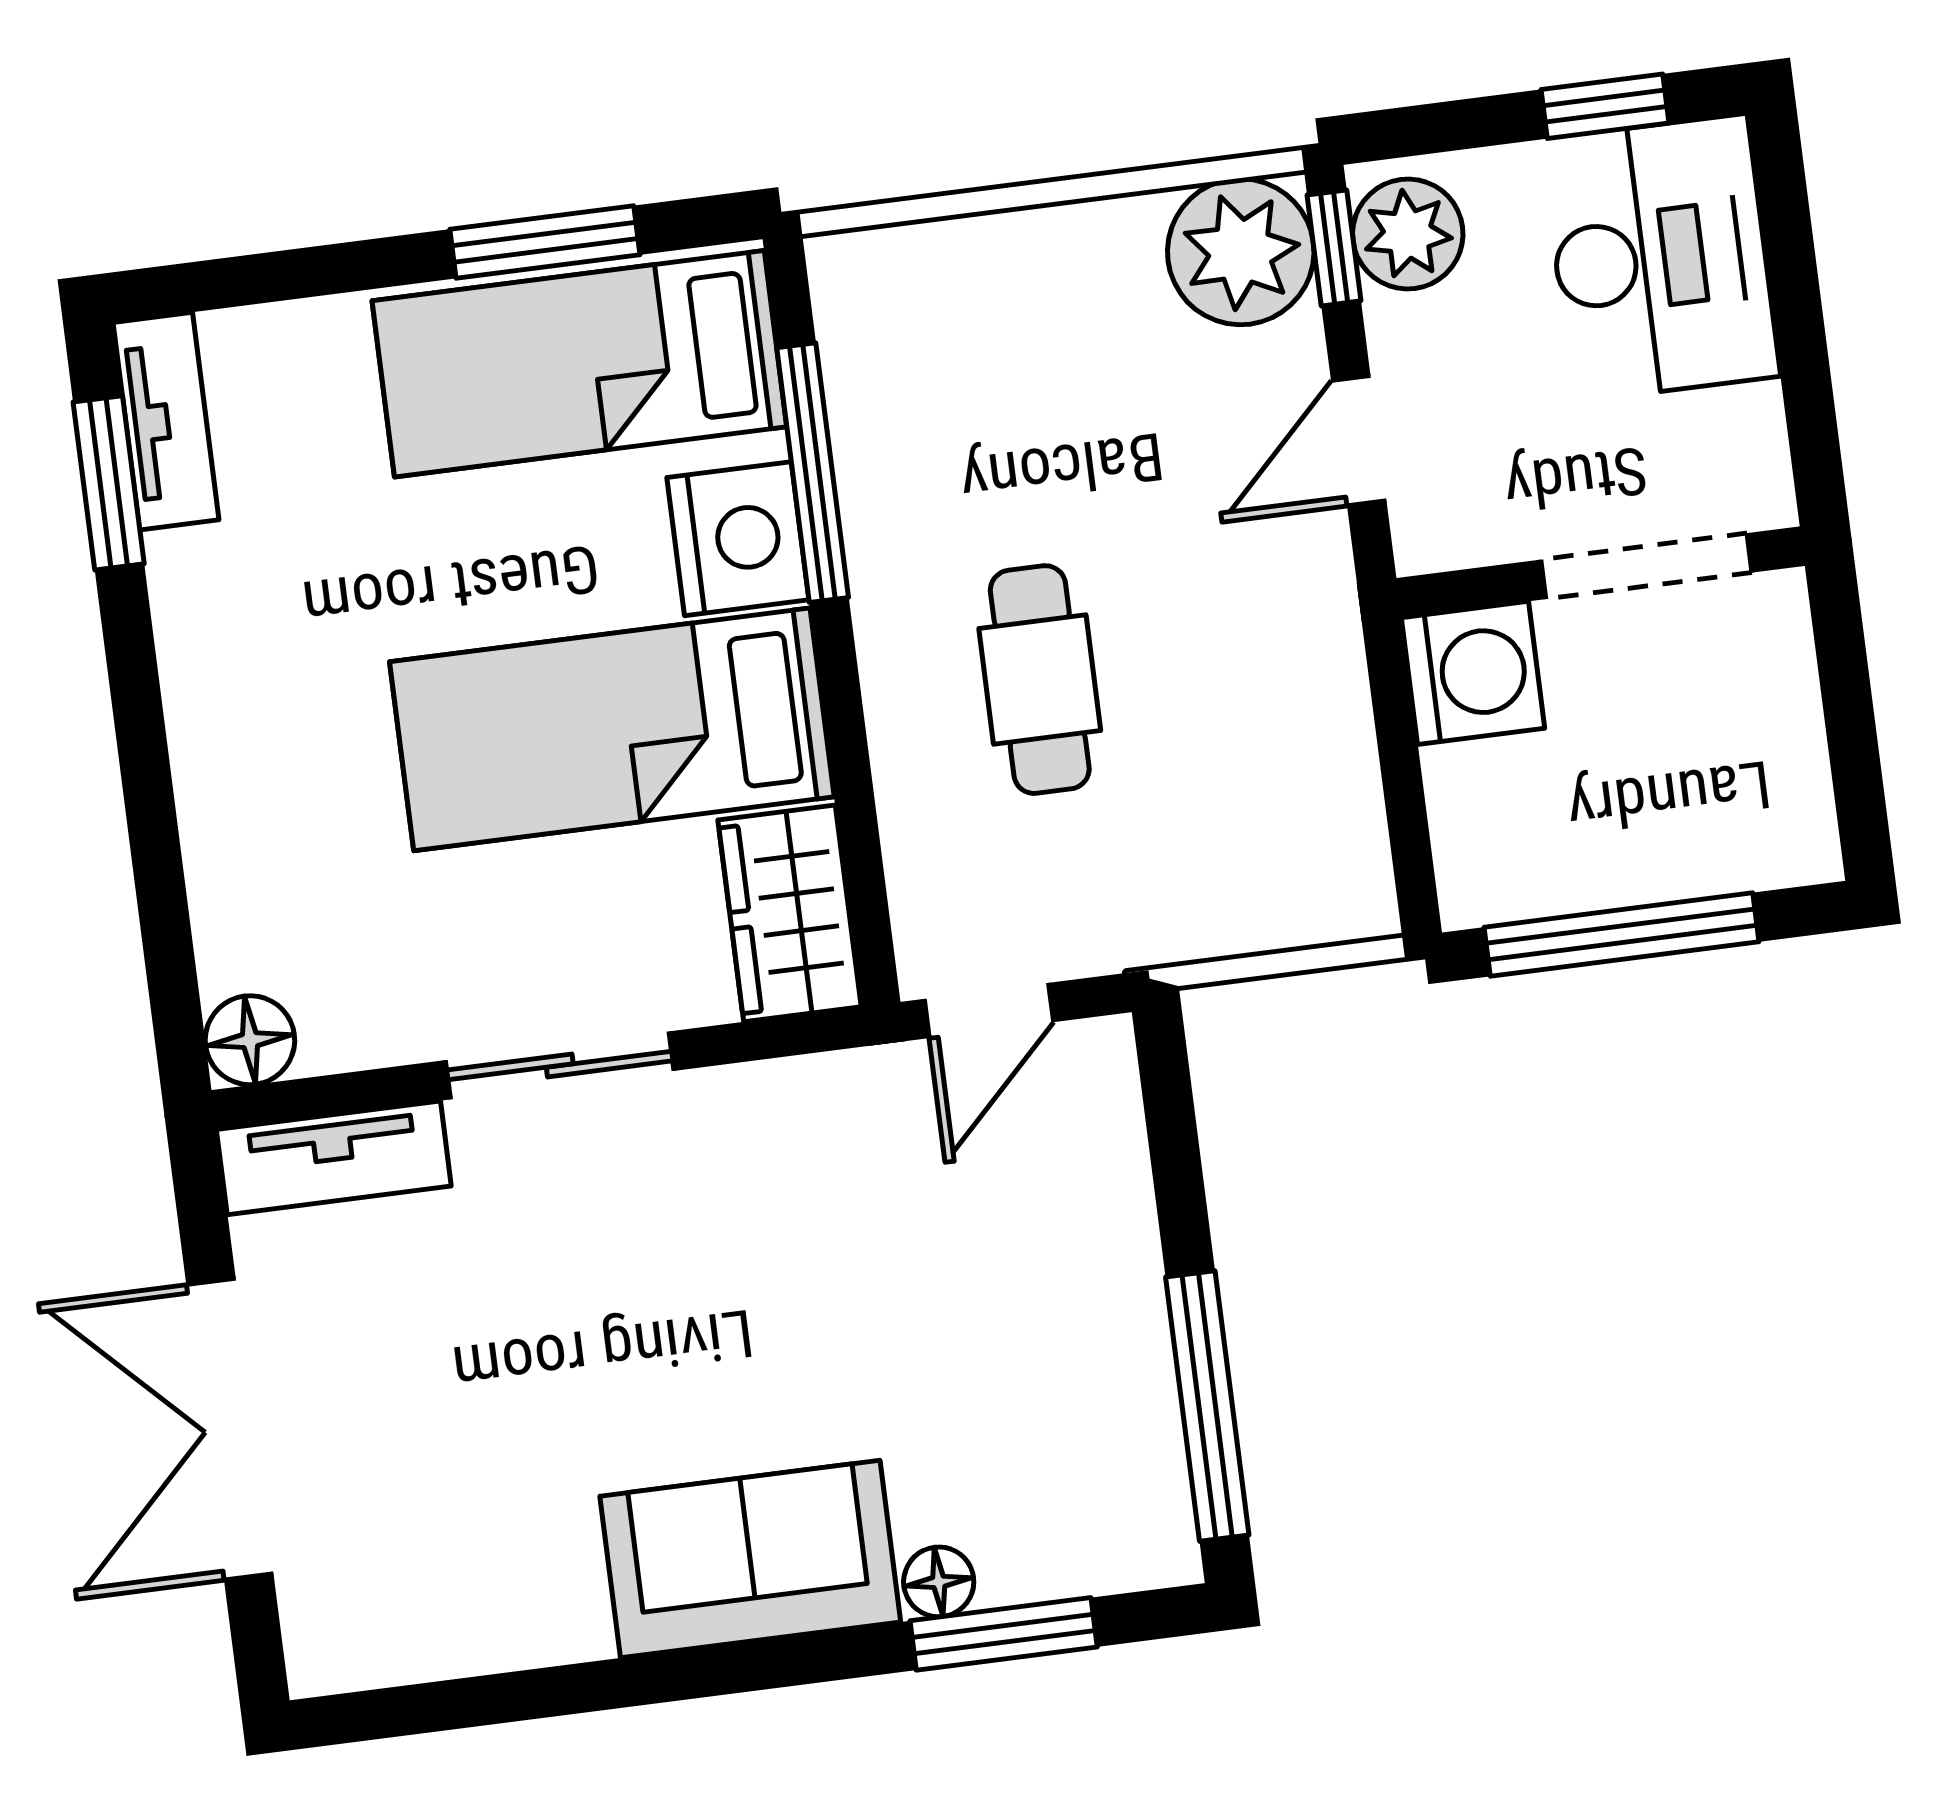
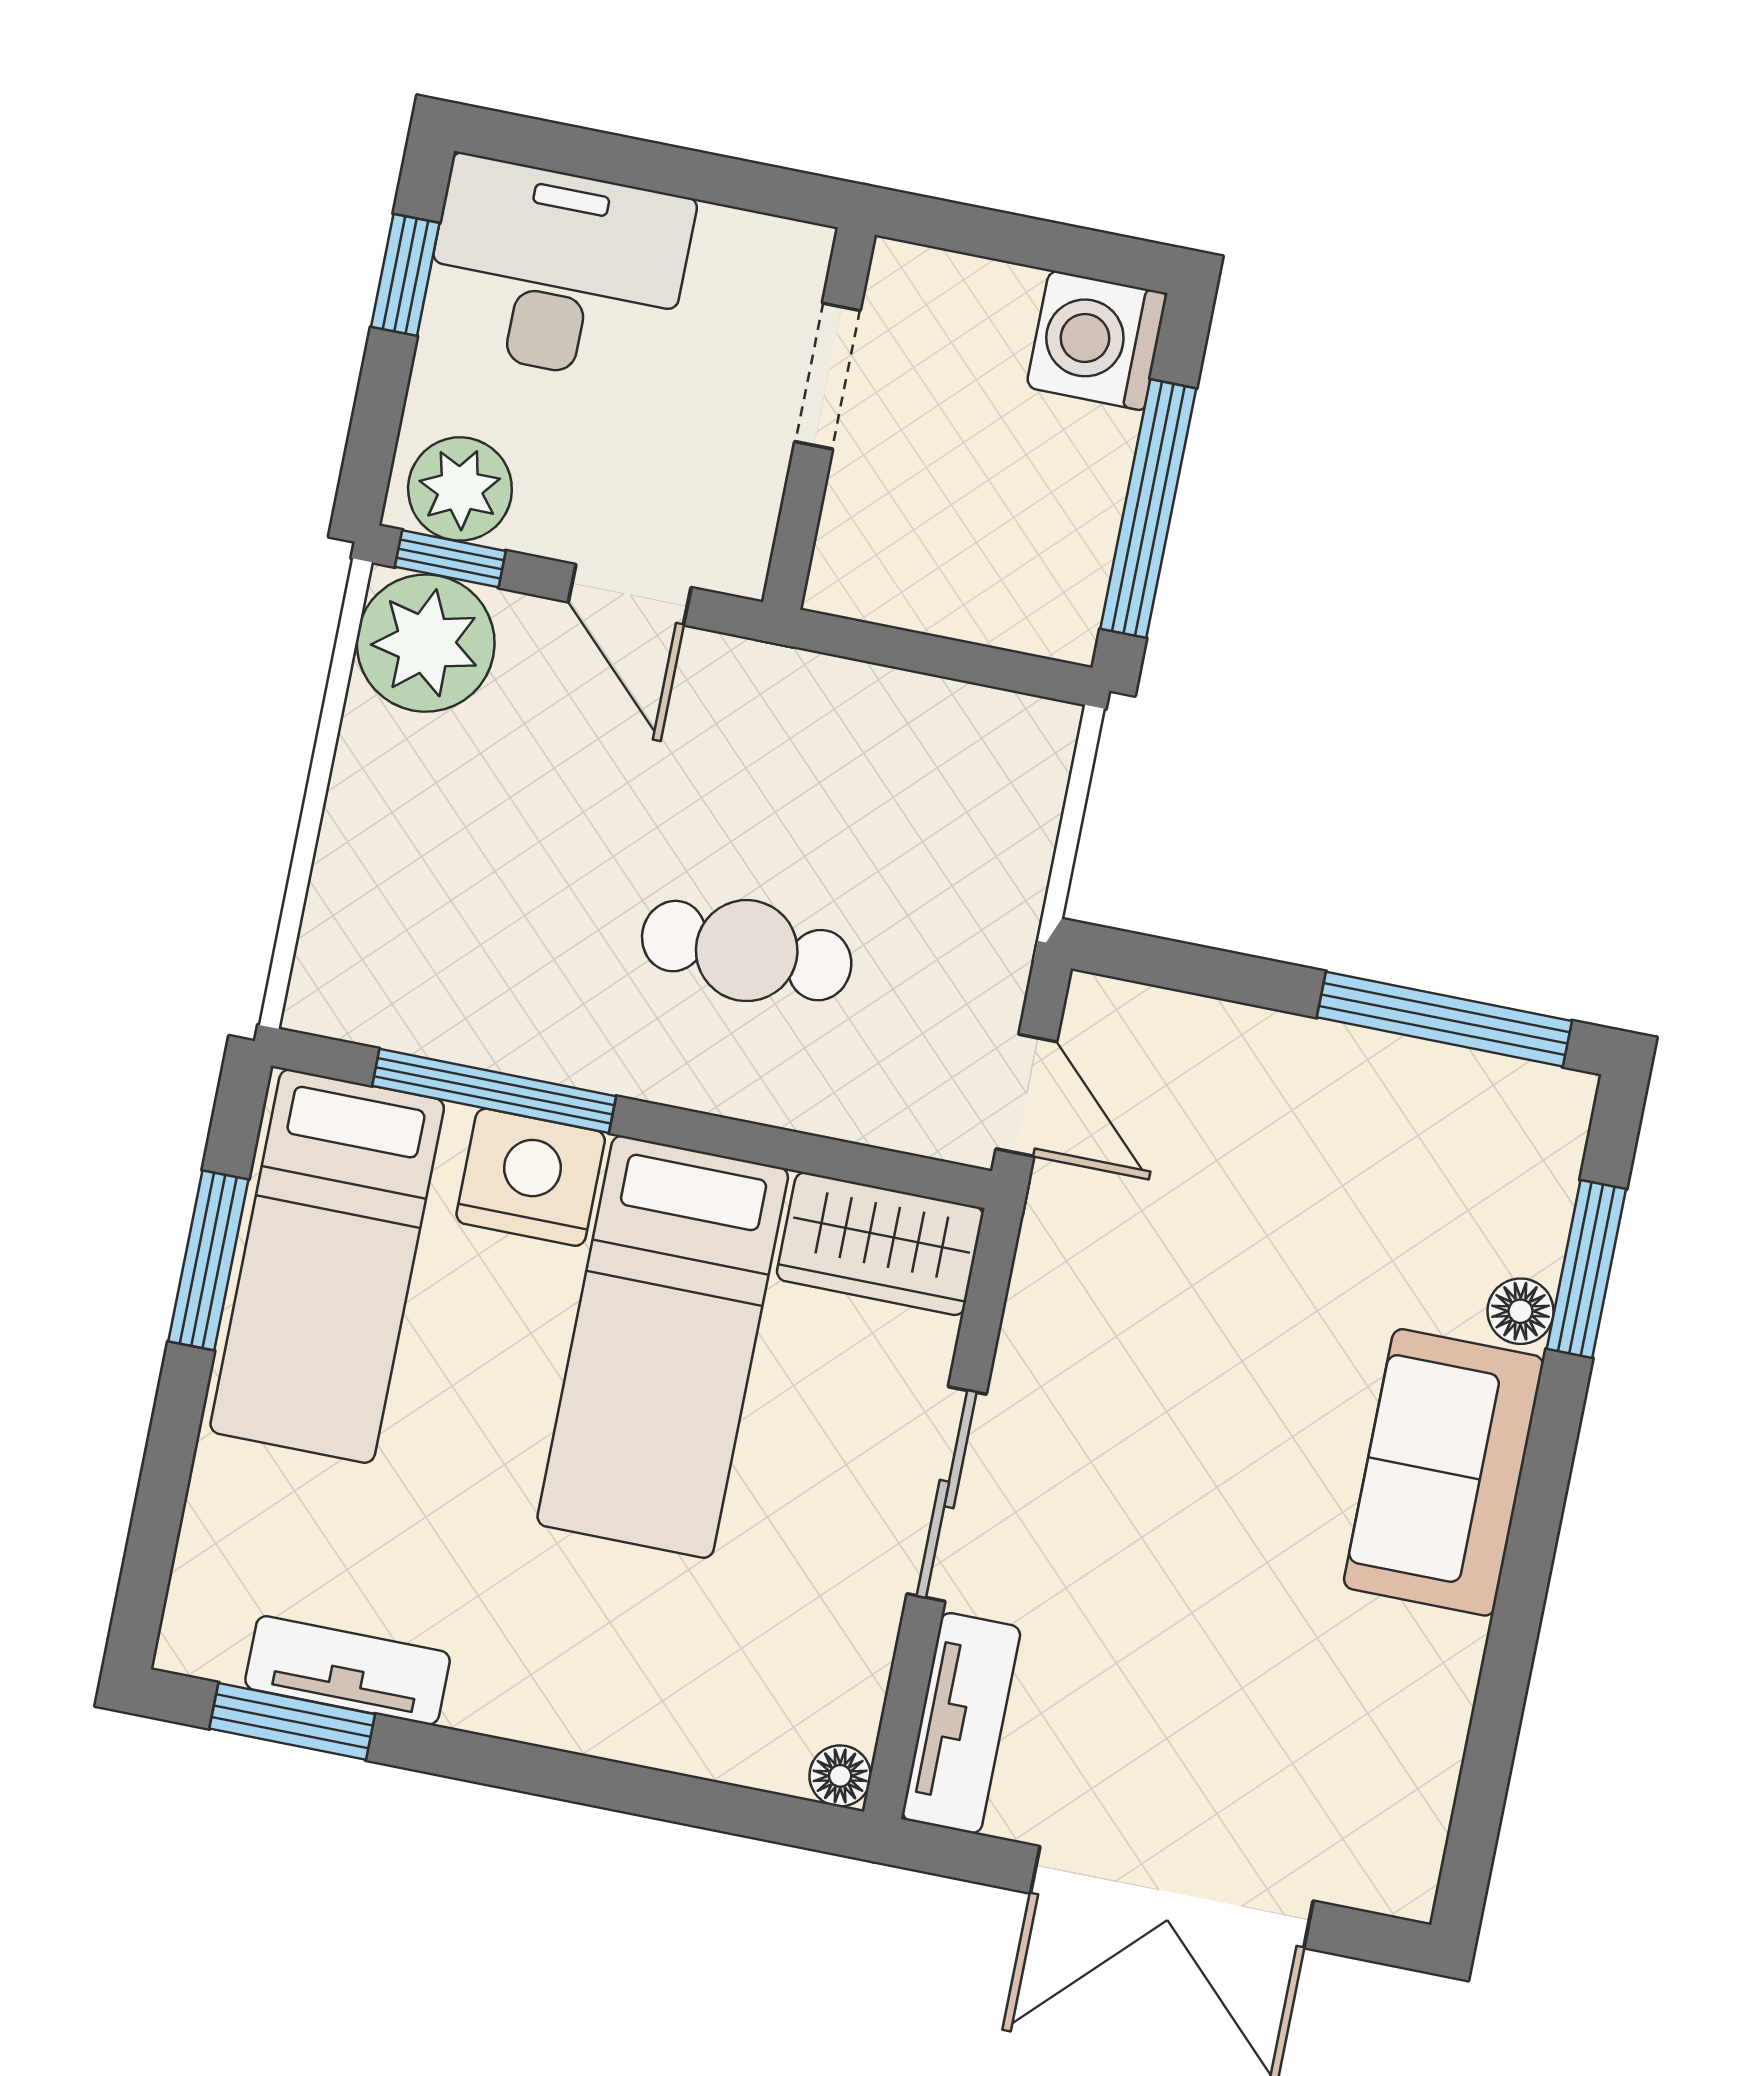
tv unit: (166, 421) -> (348, 1670), moved
doorway: (1646, 566) -> (828, 376), width x0.73
washing machine: (1473, 673) -> (1097, 340), moved, turned -90
floor lamp: (250, 1040) -> (840, 1776), width x0.73, depth x0.73

